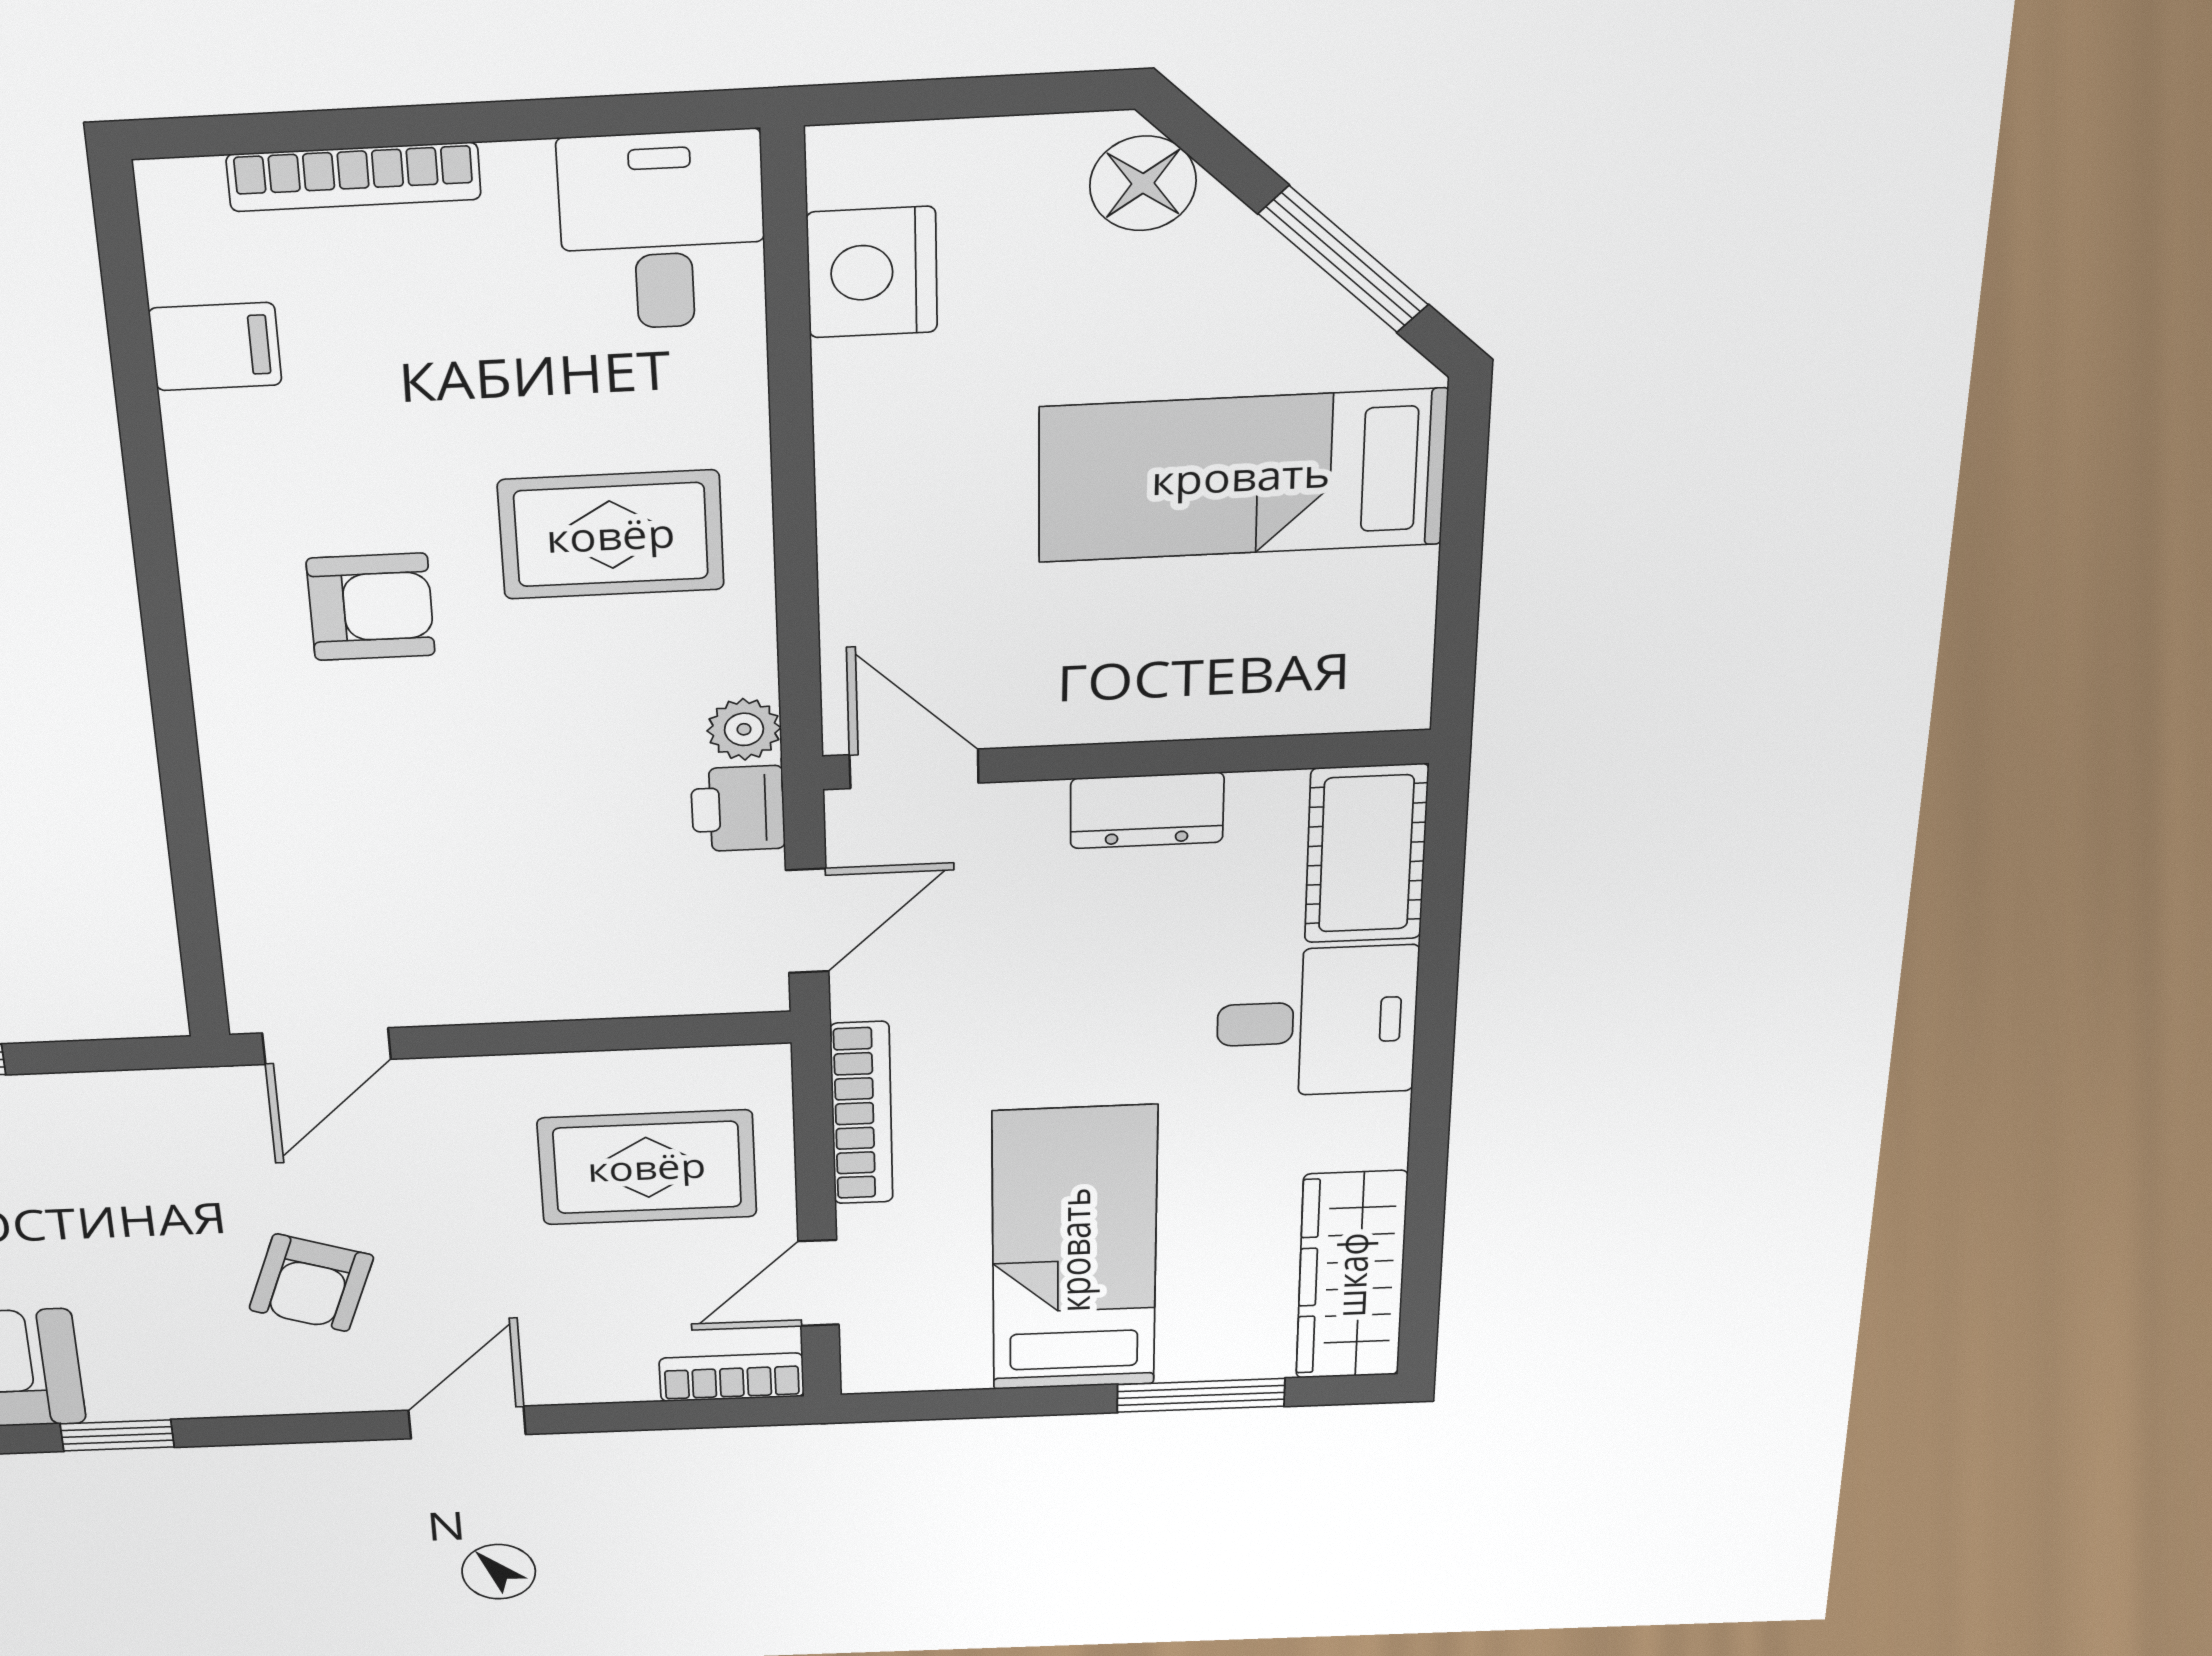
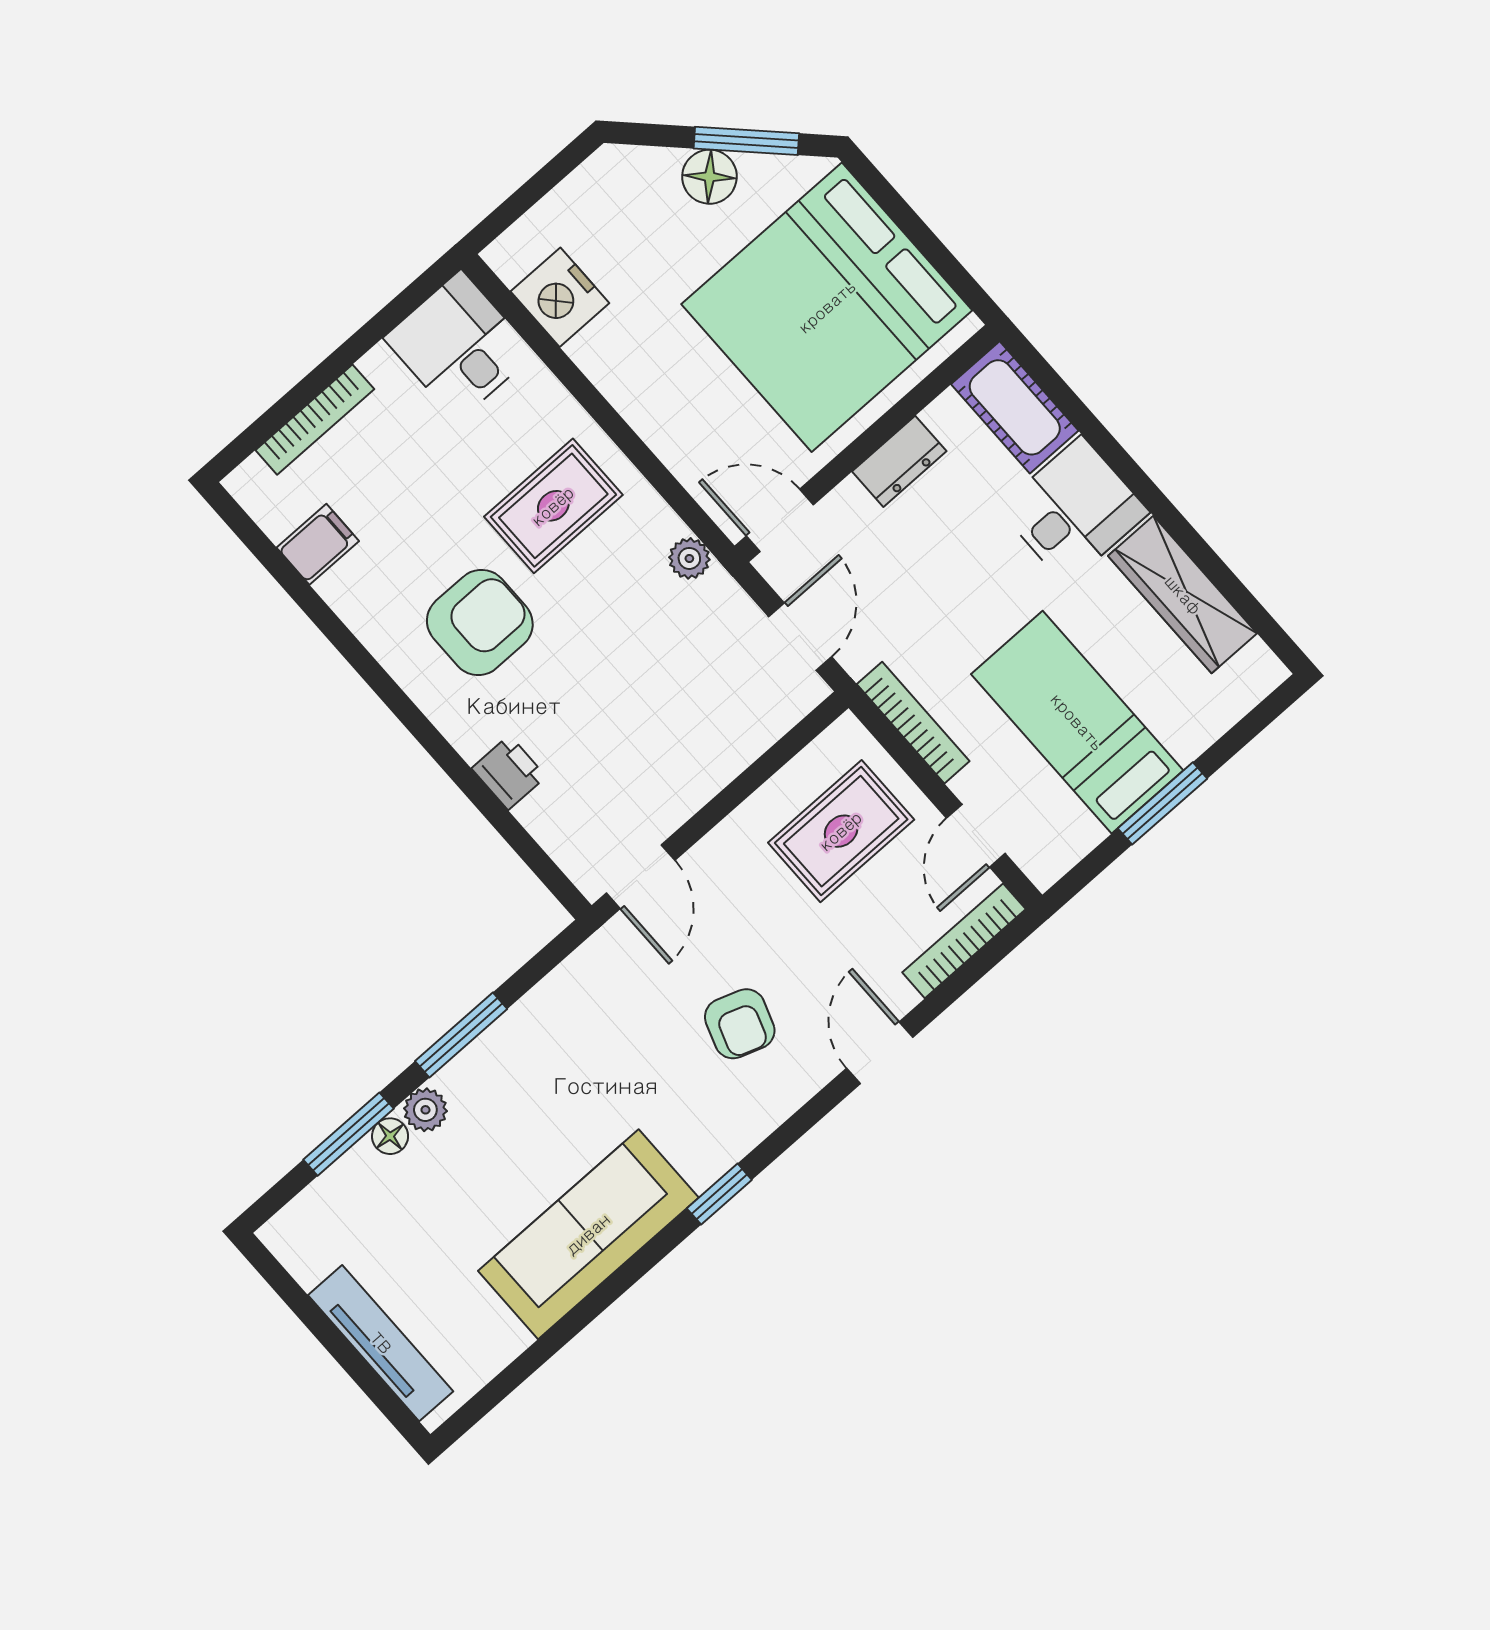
floor lamp: (1143, 183) -> (709, 177), moved
bed: (1241, 476) -> (827, 307), width x2.04
armchair: (371, 607) -> (480, 622), width x1.38, depth x1.38
printer: (738, 809) -> (509, 772), moved, turned 180
wardrobe: (1351, 1275) -> (1183, 595), moved
bookcase: (732, 1377) -> (964, 941), width x1.56
window: (1201, 1395) -> (1162, 803), moved

